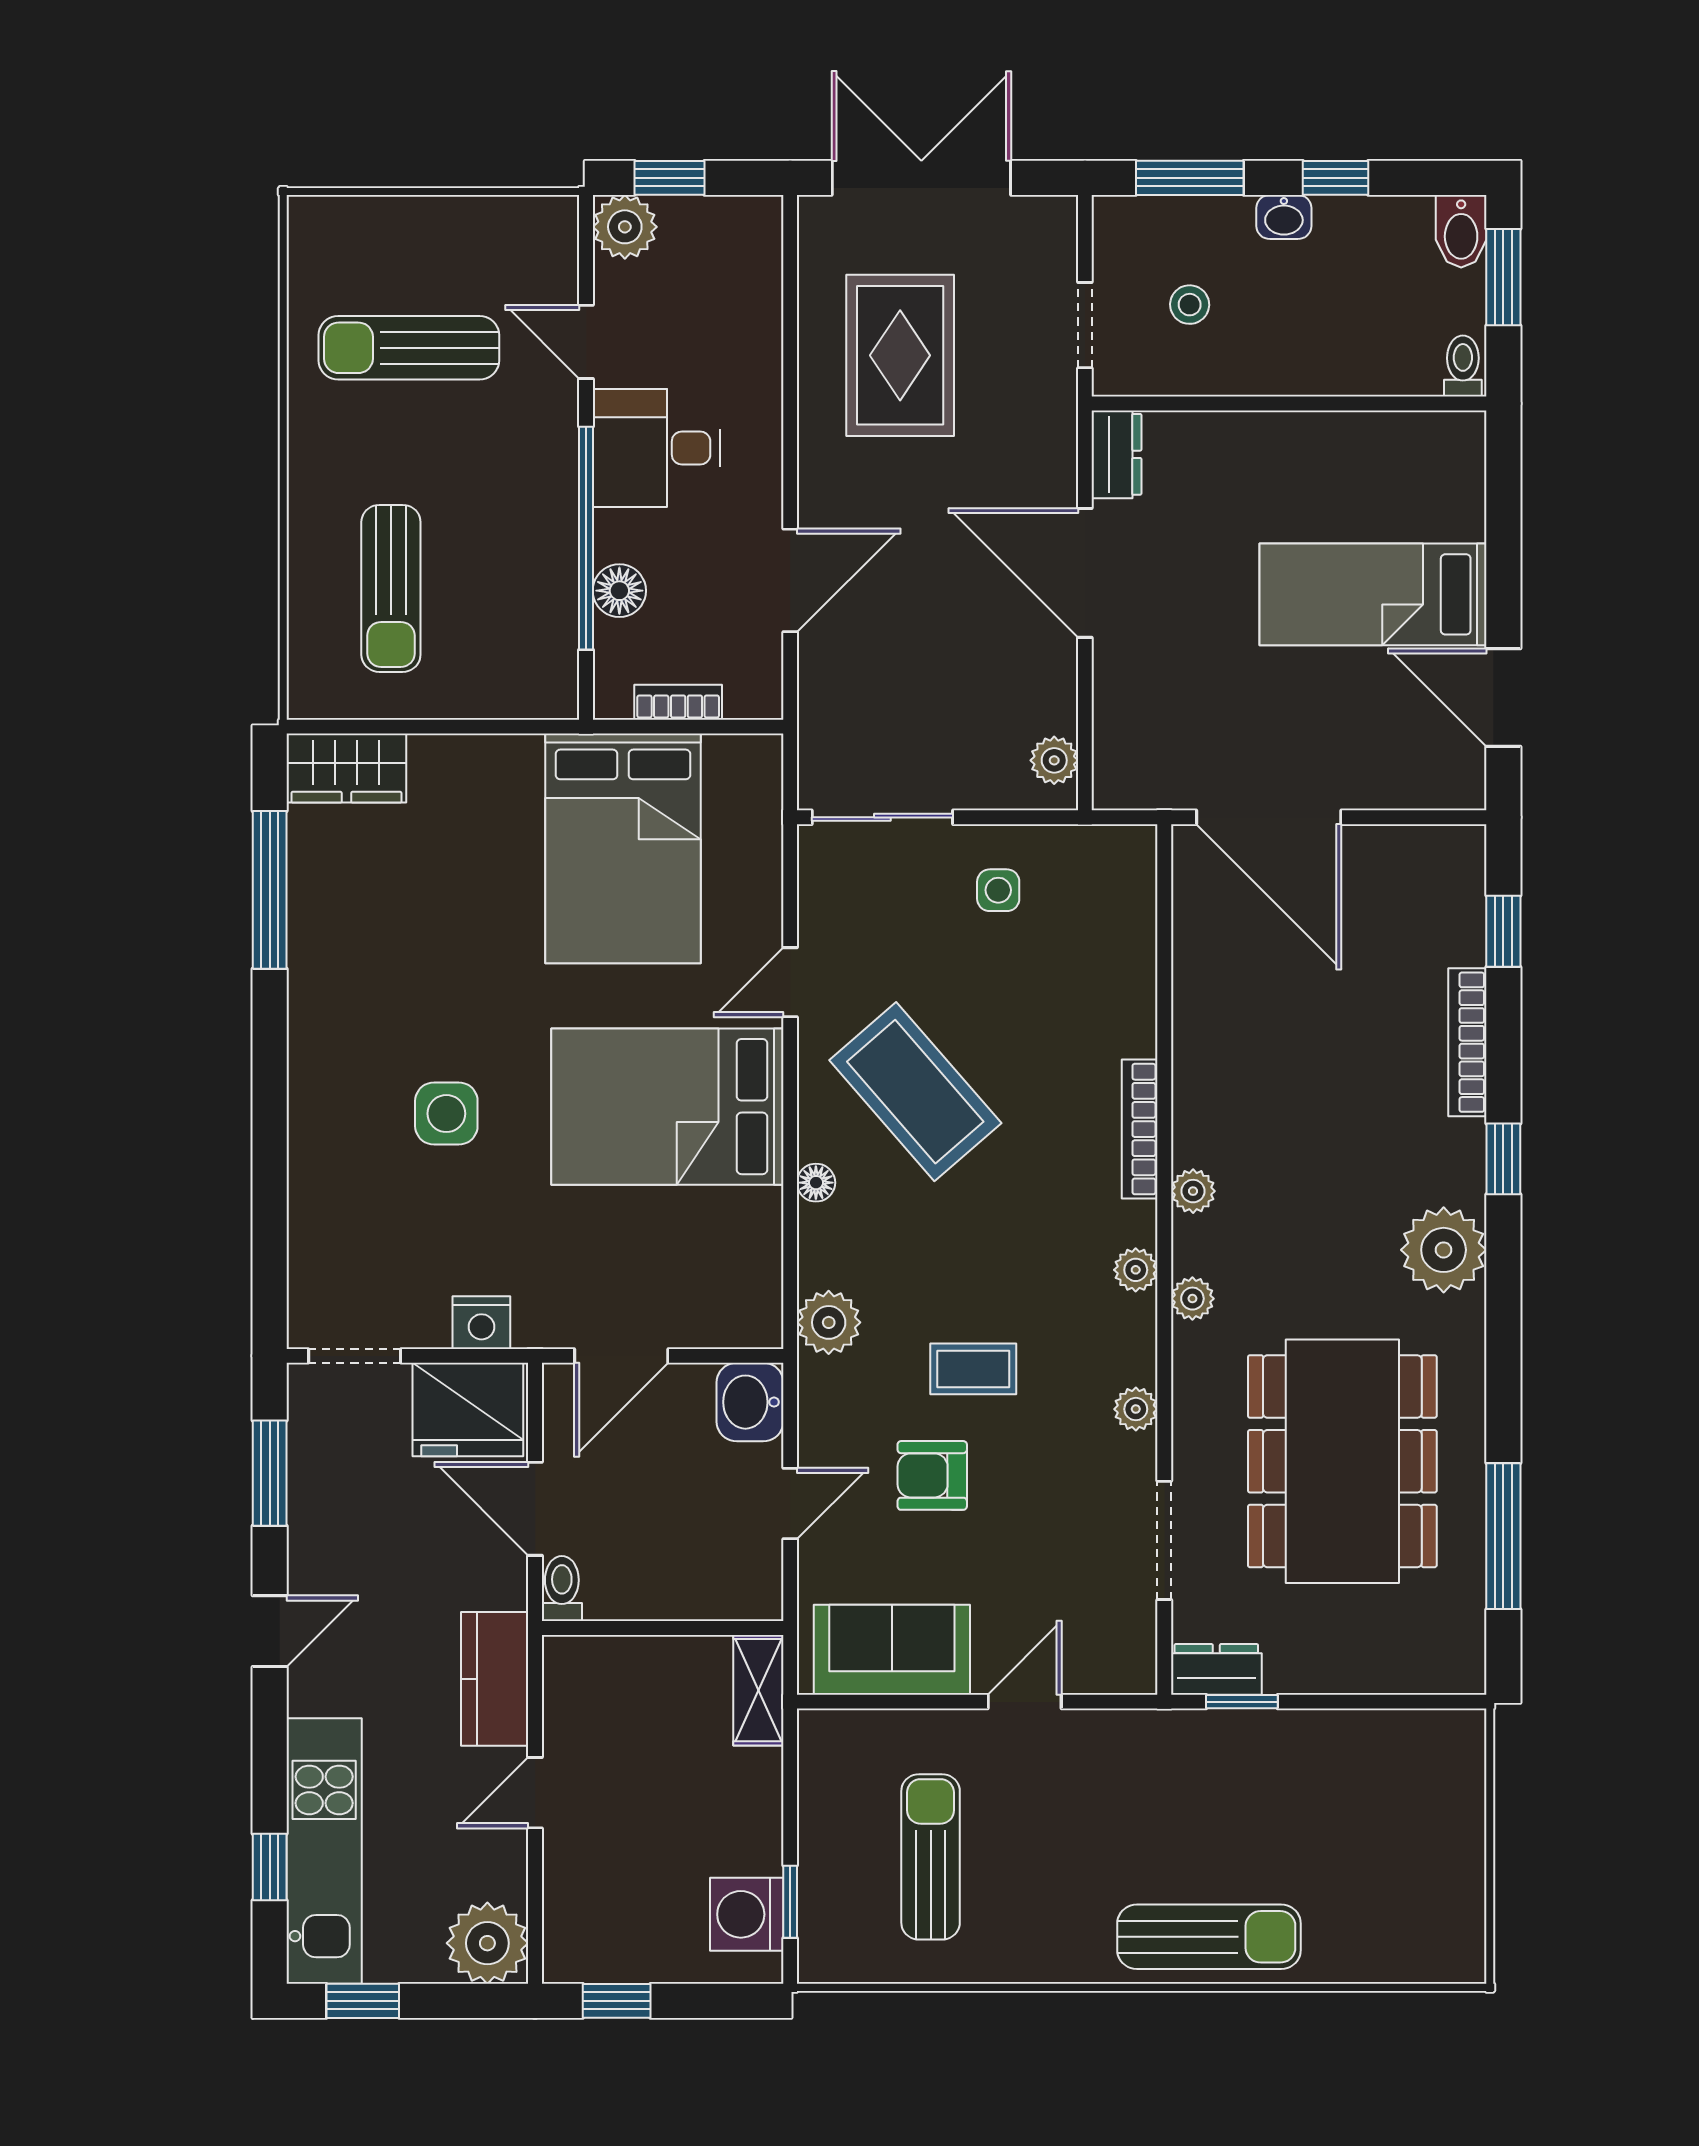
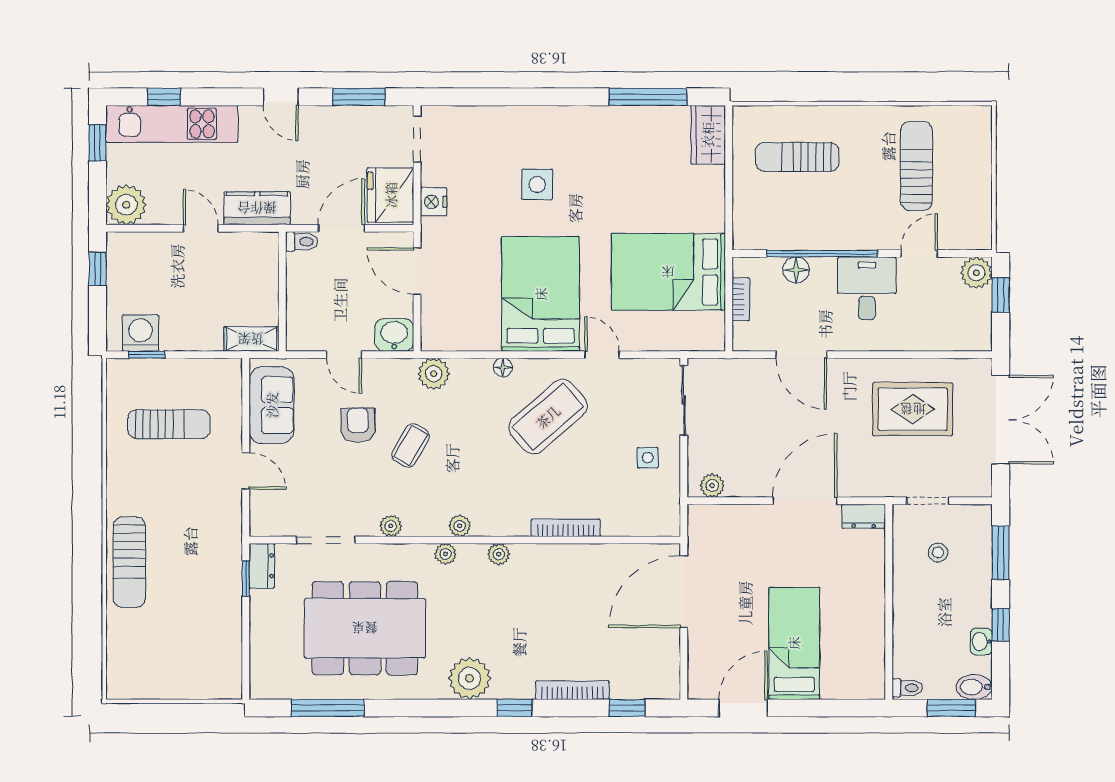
washbasin: (1284, 217) -> (981, 642), moved
bookcase: (1140, 1129) -> (566, 528), moved
coffee table: (973, 1369) -> (411, 445), turned 30

